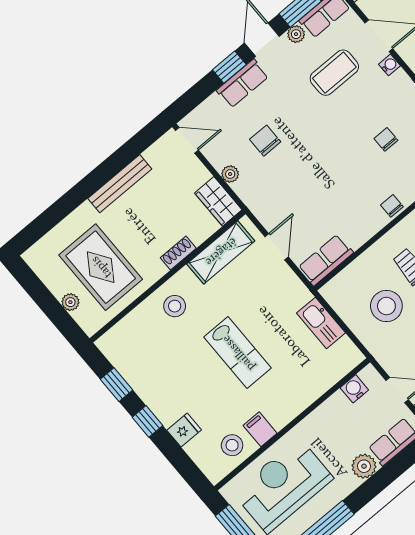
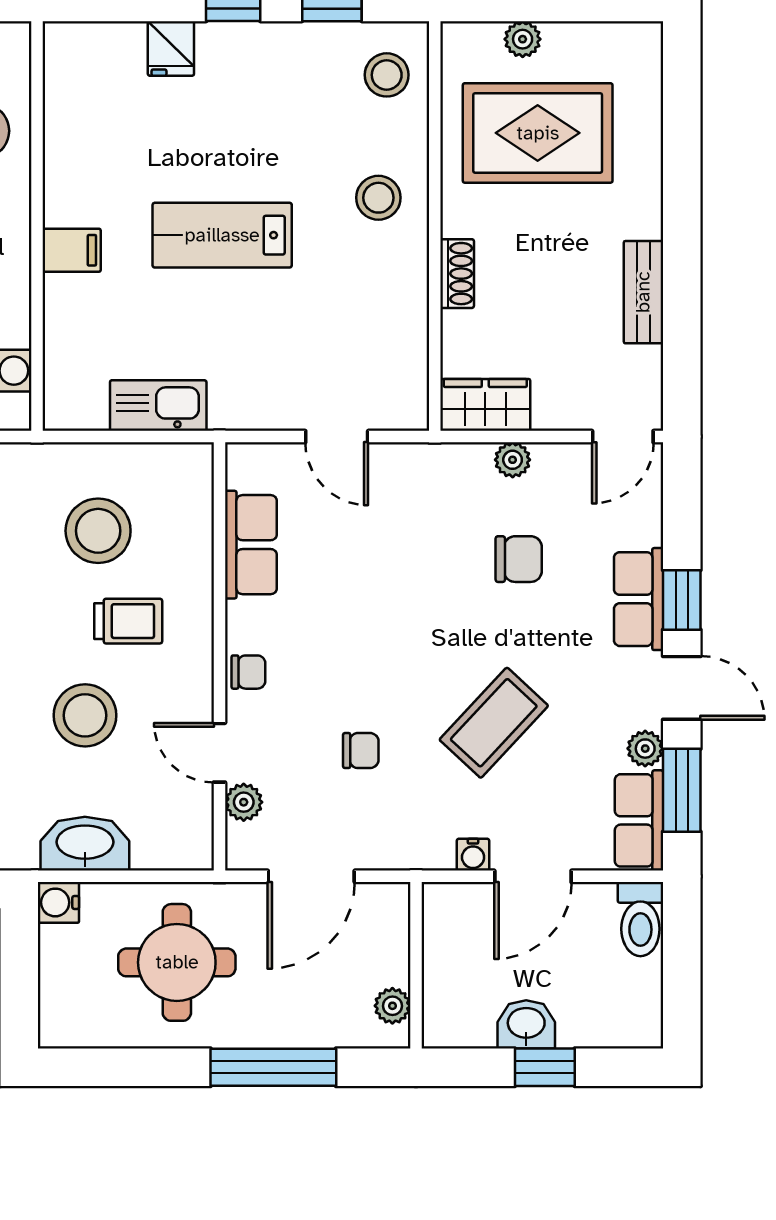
coffee table: (334, 73) -> (494, 723), moved, turned 43
bench: (120, 184) -> (643, 292), width x0.73
shelving: (221, 252) -> (402, 341), removed
row of seats: (326, 260) -> (251, 545), moved
filing cabinet: (260, 429) -> (72, 250), moved
stool: (232, 445) -> (387, 75), moved

